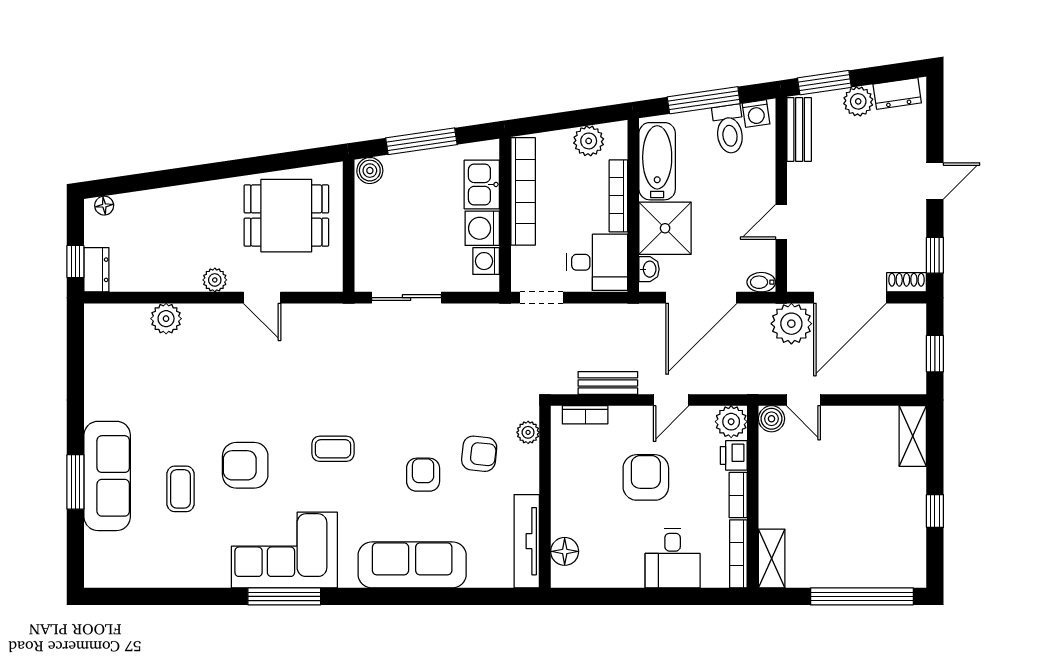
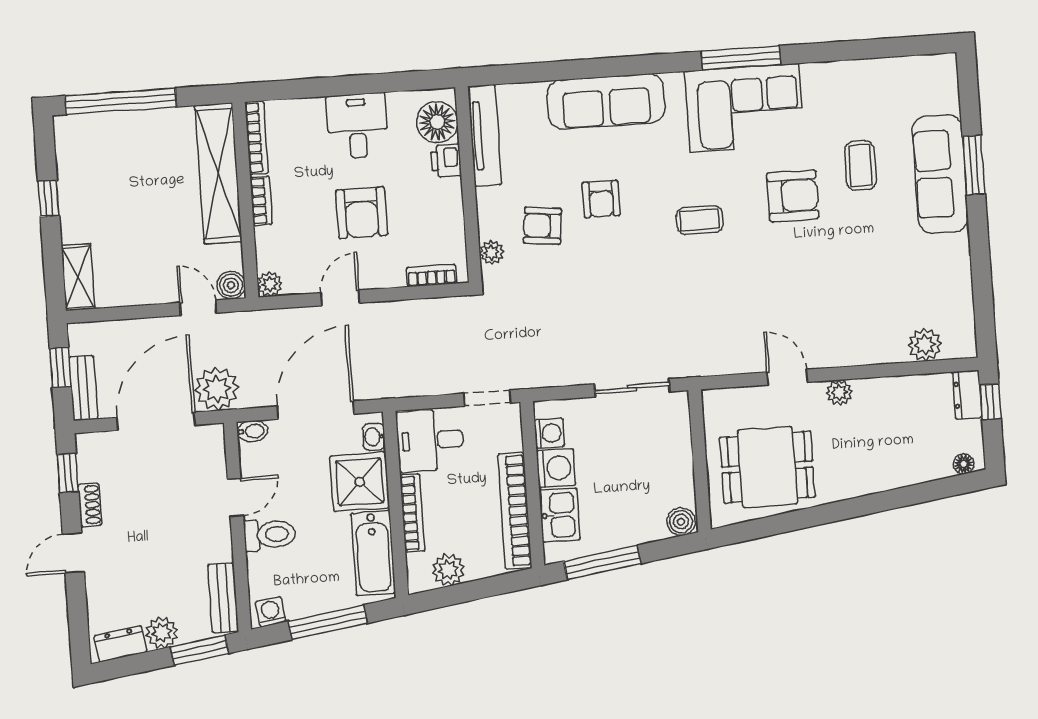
toilet: (729, 129) -> (270, 535), moved, turned 98
window: (421, 141) -> (602, 562), moved
shoe rack: (907, 282) -> (90, 505), moved, turned -90
plant: (166, 319) -> (925, 345), moved
bench: (608, 383) -> (83, 388), moved, turned 90
plant: (731, 422) -> (270, 284), width x0.73, depth x0.73
printer: (734, 455) -> (446, 160), moved, turned 180
floor lamp: (565, 551) -> (437, 122), width x1.38, depth x1.38
desk: (673, 558) -> (357, 126), moved
shelving: (772, 558) -> (218, 173), width x2.20, depth x1.33

